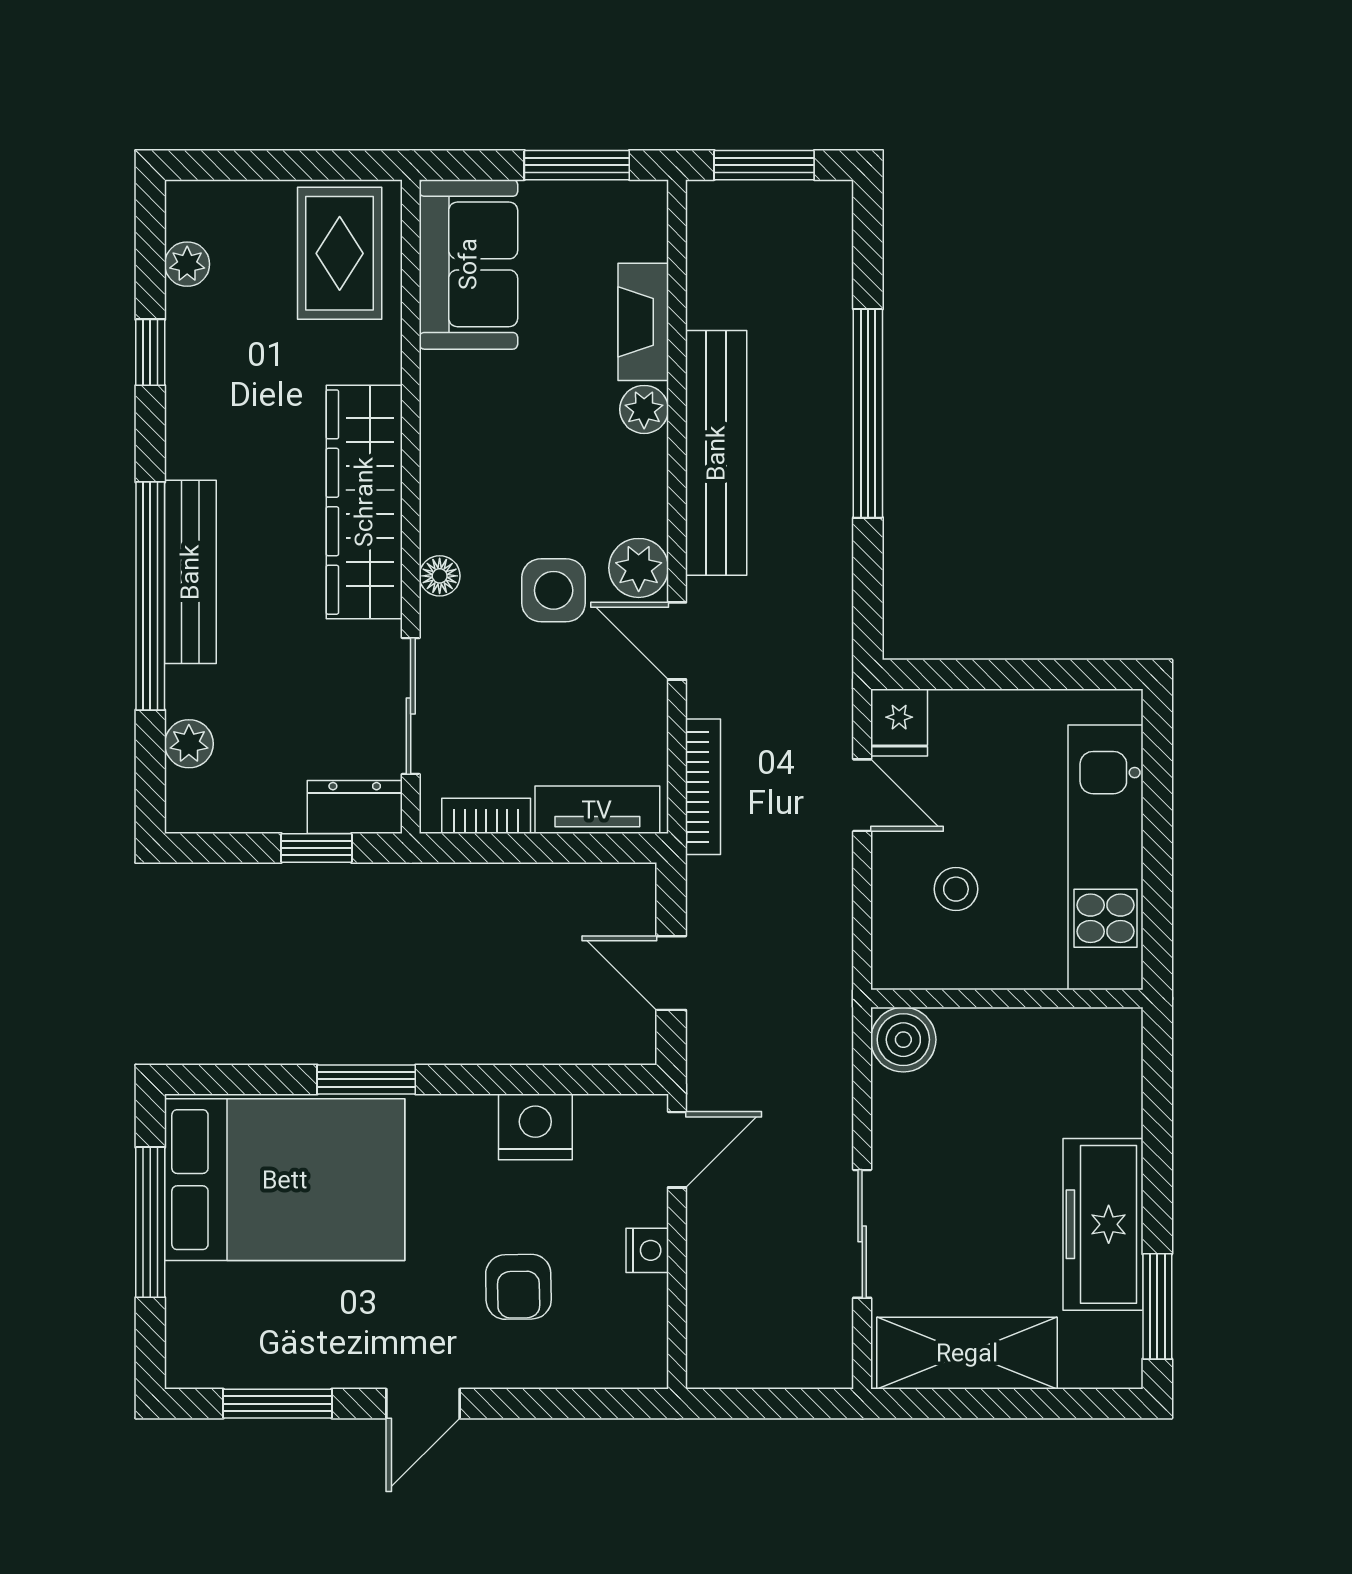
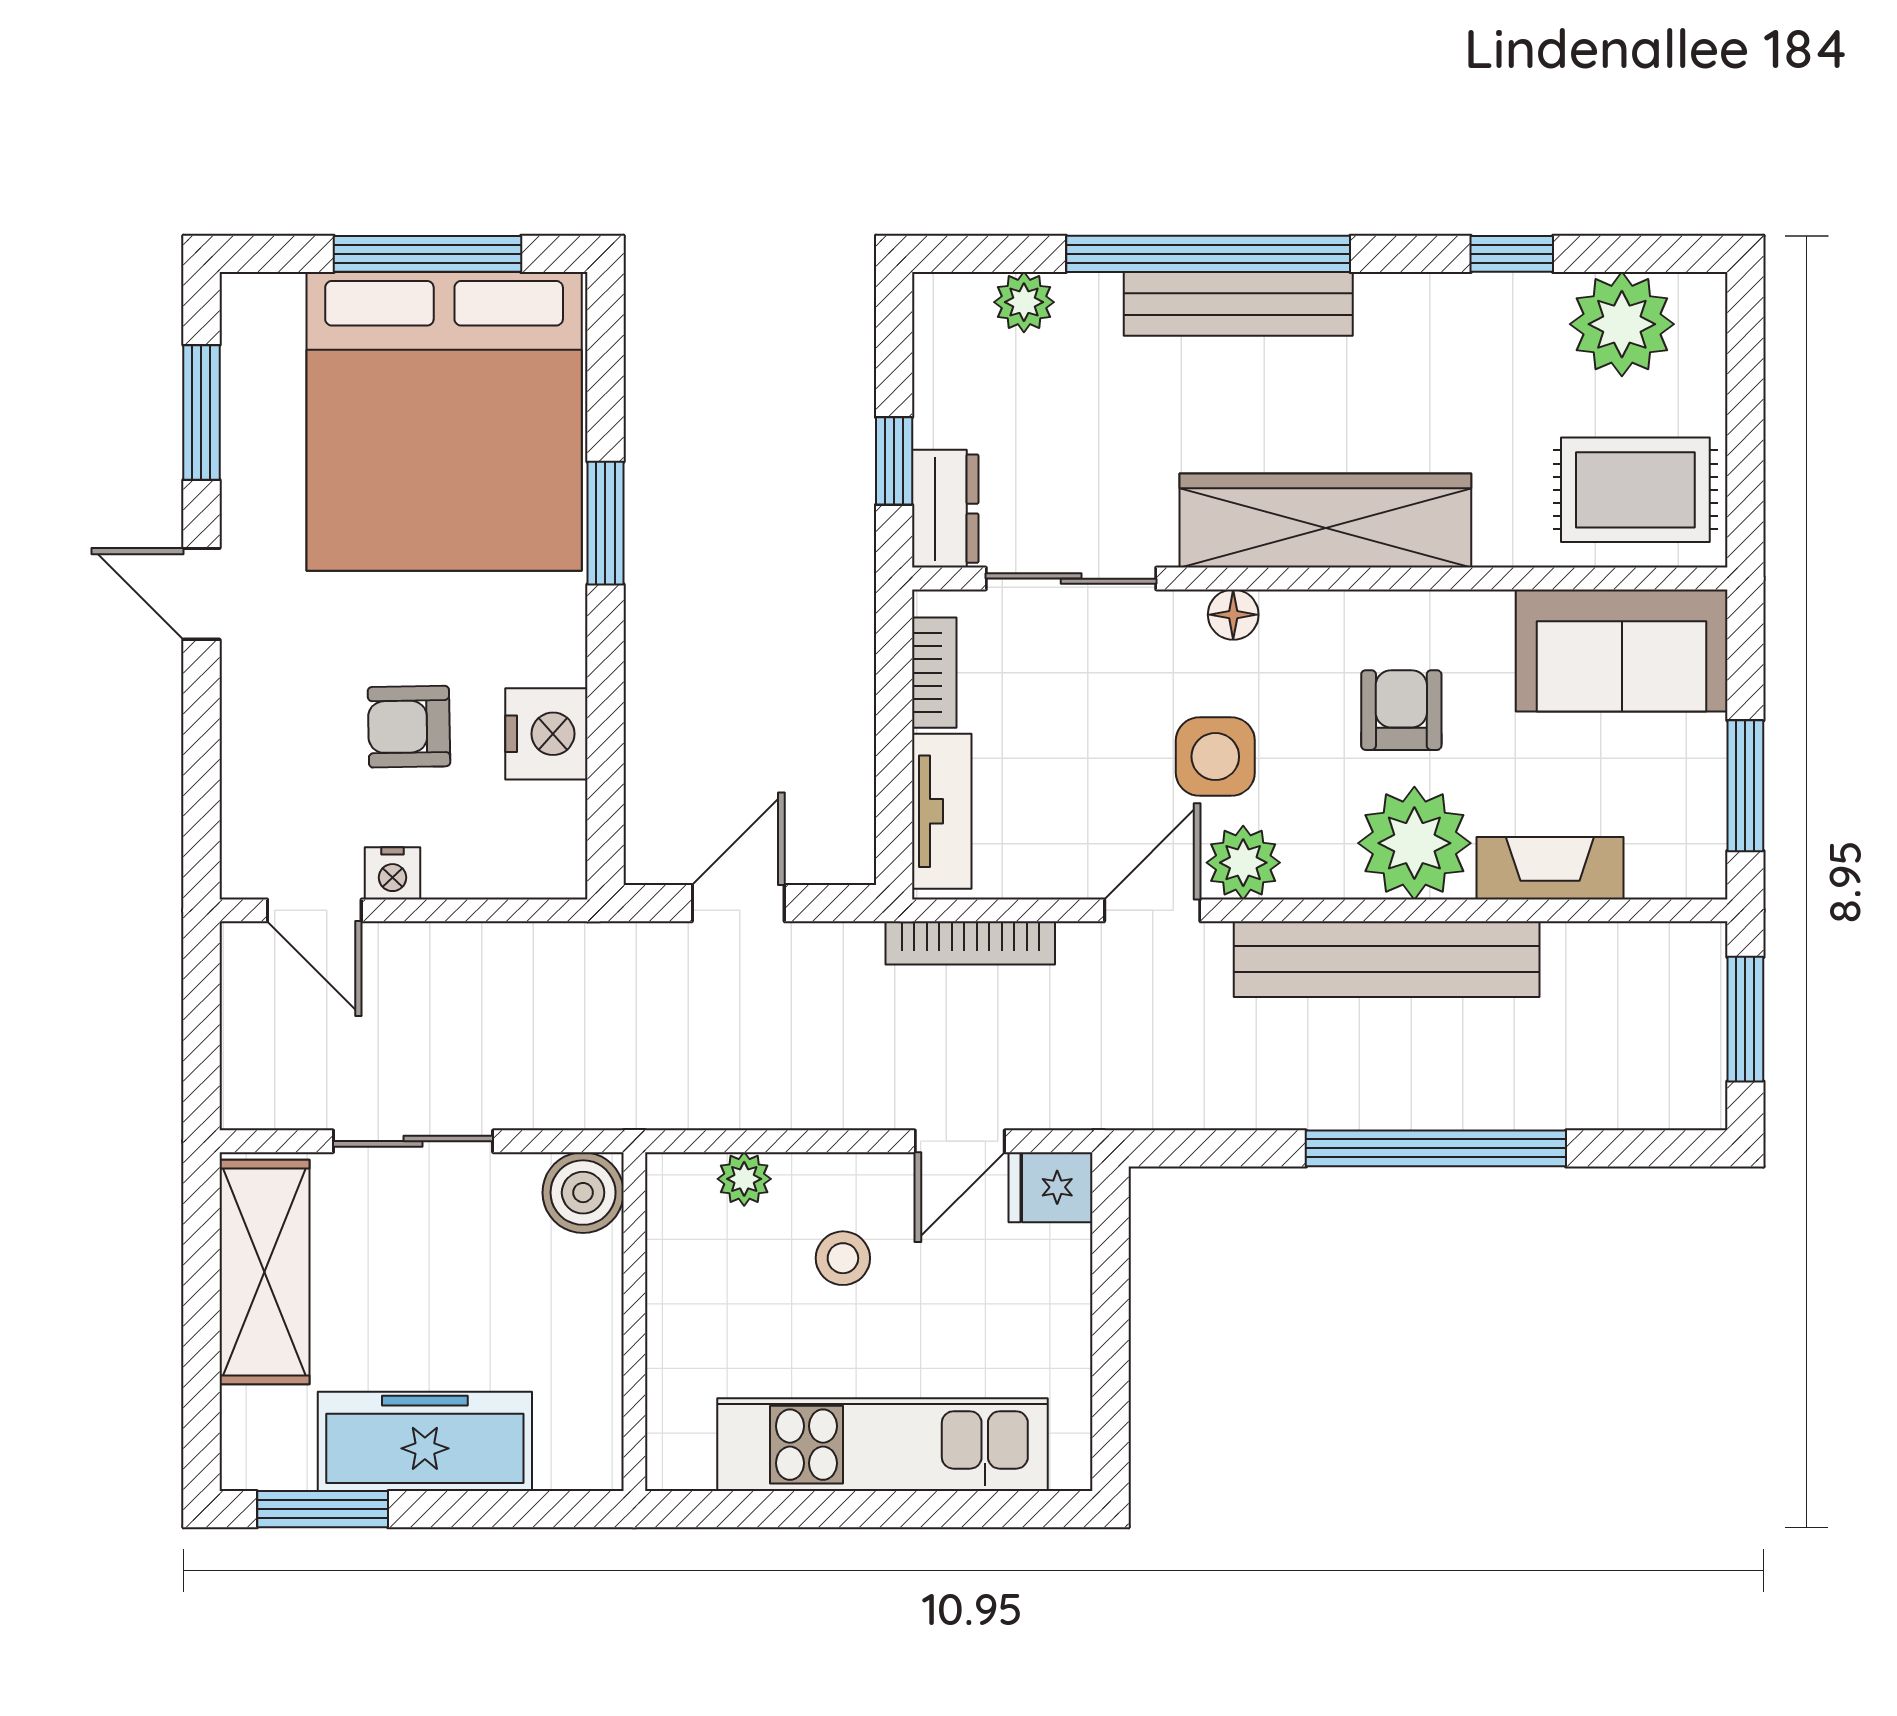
plant: (187, 264) -> (1622, 324), width x1.88, depth x1.88
plant: (644, 409) -> (1414, 843), width x1.87, depth x1.87
armchair: (516, 441) -> (1401, 710), added
plant: (892, 968) -> (744, 1179), added
wall: (1007, 998) -> (634, 1322), moved
boiler: (903, 1040) -> (583, 1193), moved
door: (677, 1150) -> (314, 910), moved
bed: (285, 1180) -> (444, 421), width x1.36
armchair: (518, 1287) -> (409, 727), moved

